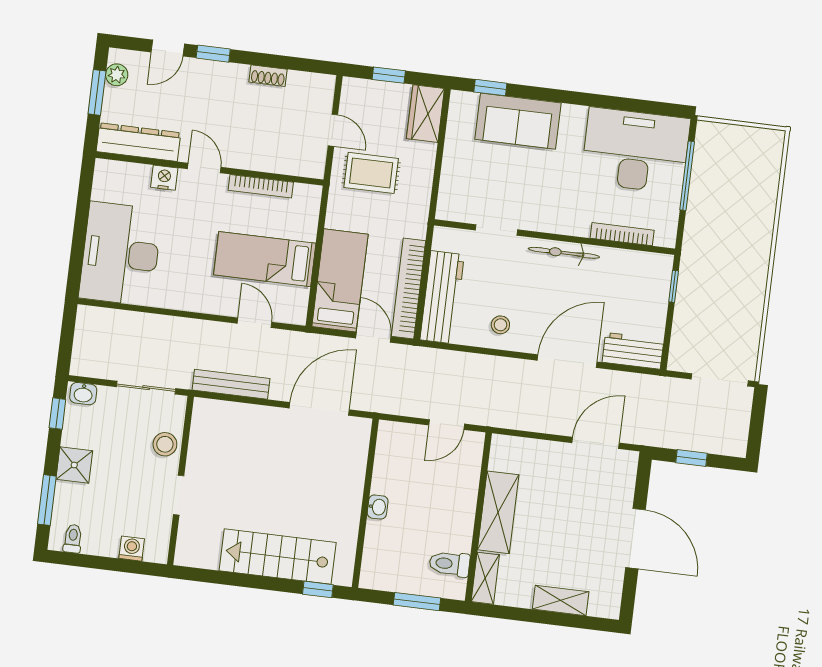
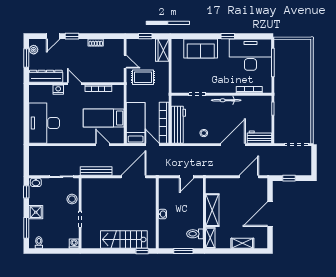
window: (490, 88) -> (228, 36), moved
door: (636, 539) -> (270, 214), swing flipped
washing machine: (132, 549) -> (74, 244), moved

